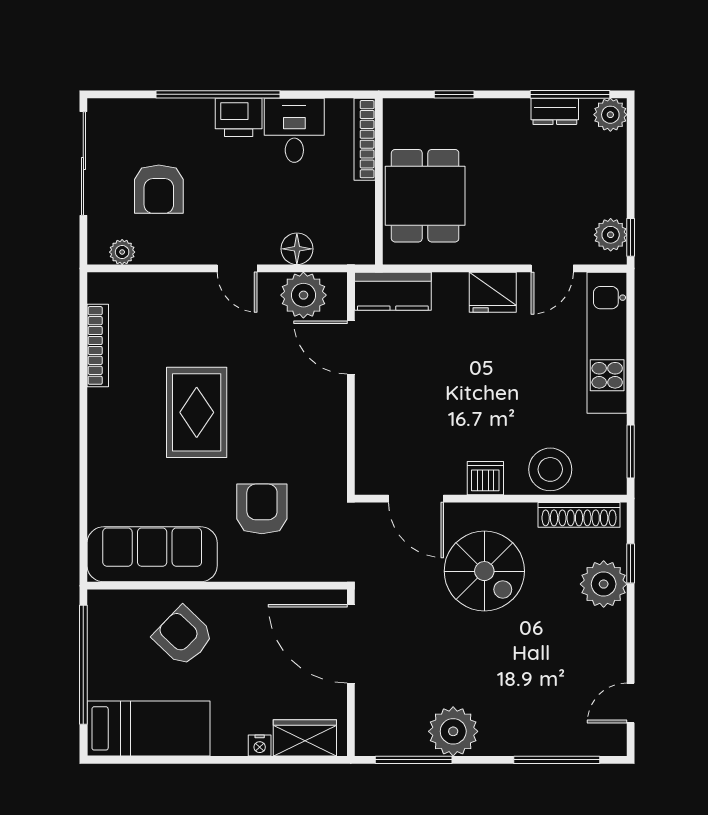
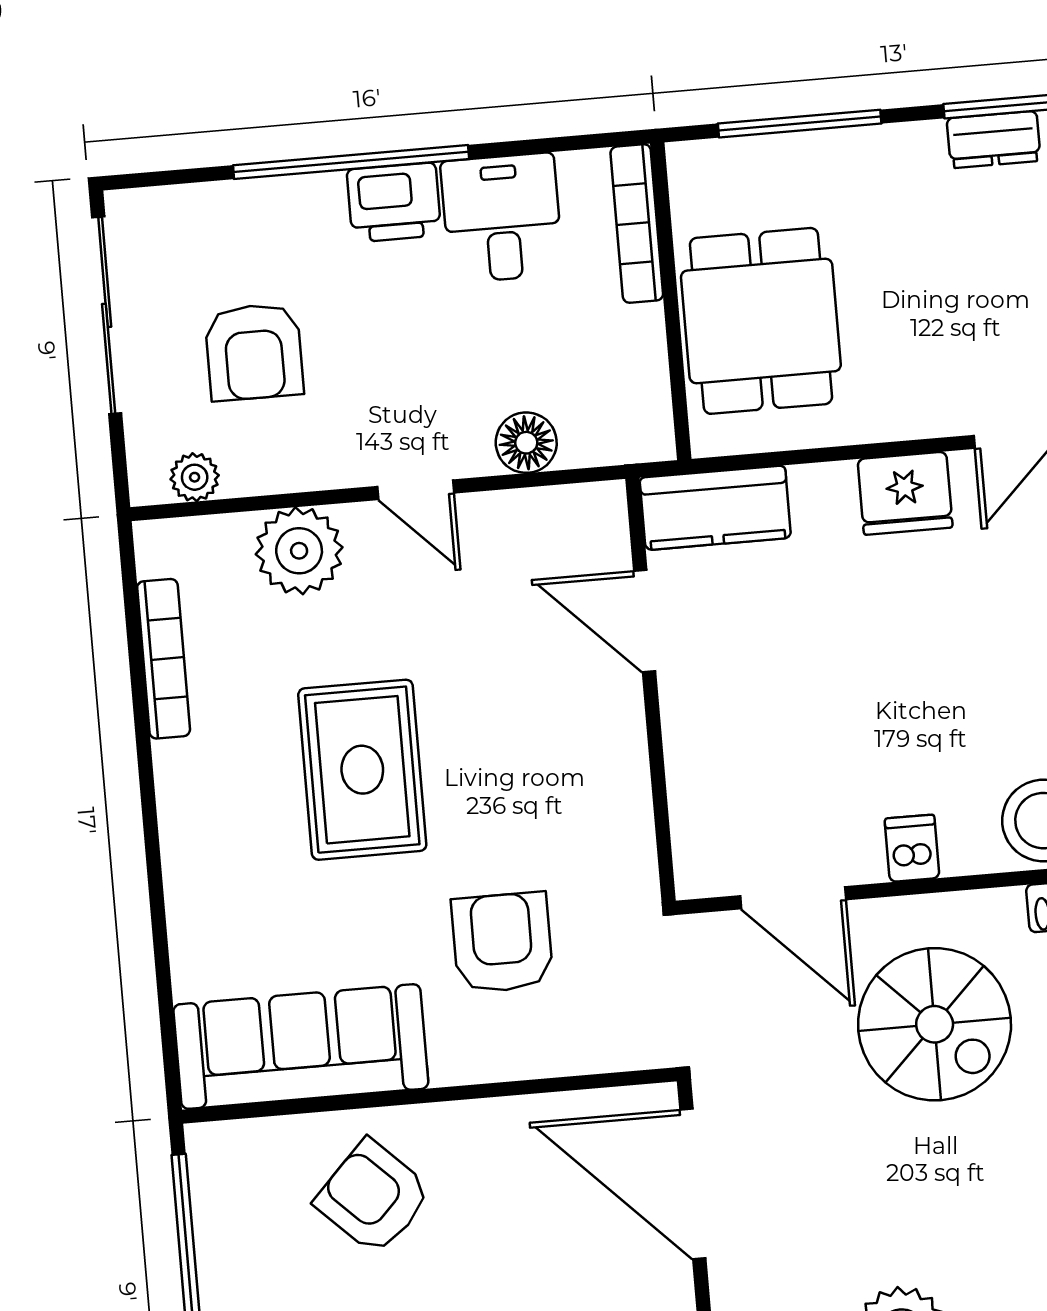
window: (454, 94) -> (800, 124), width x2.17
plant: (303, 295) -> (299, 551), moved
dishwasher: (485, 478) -> (912, 848), width x0.73

